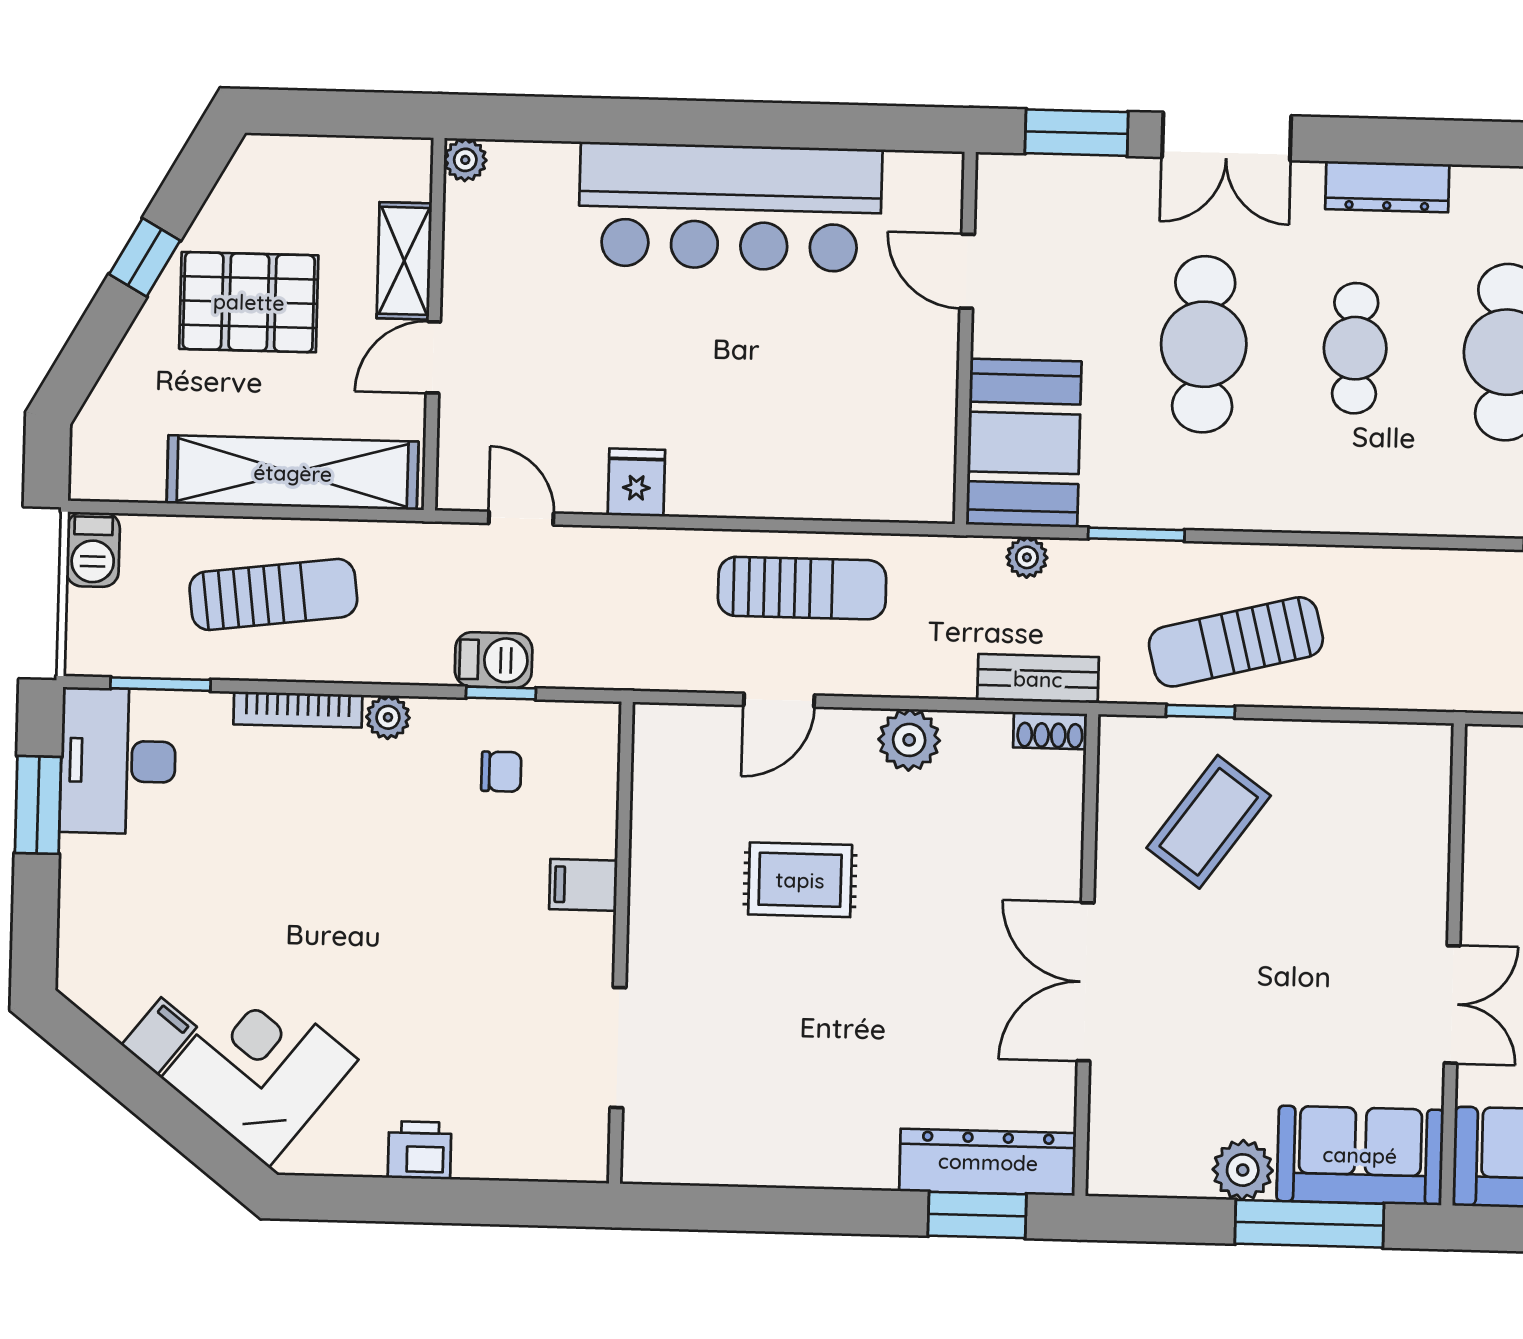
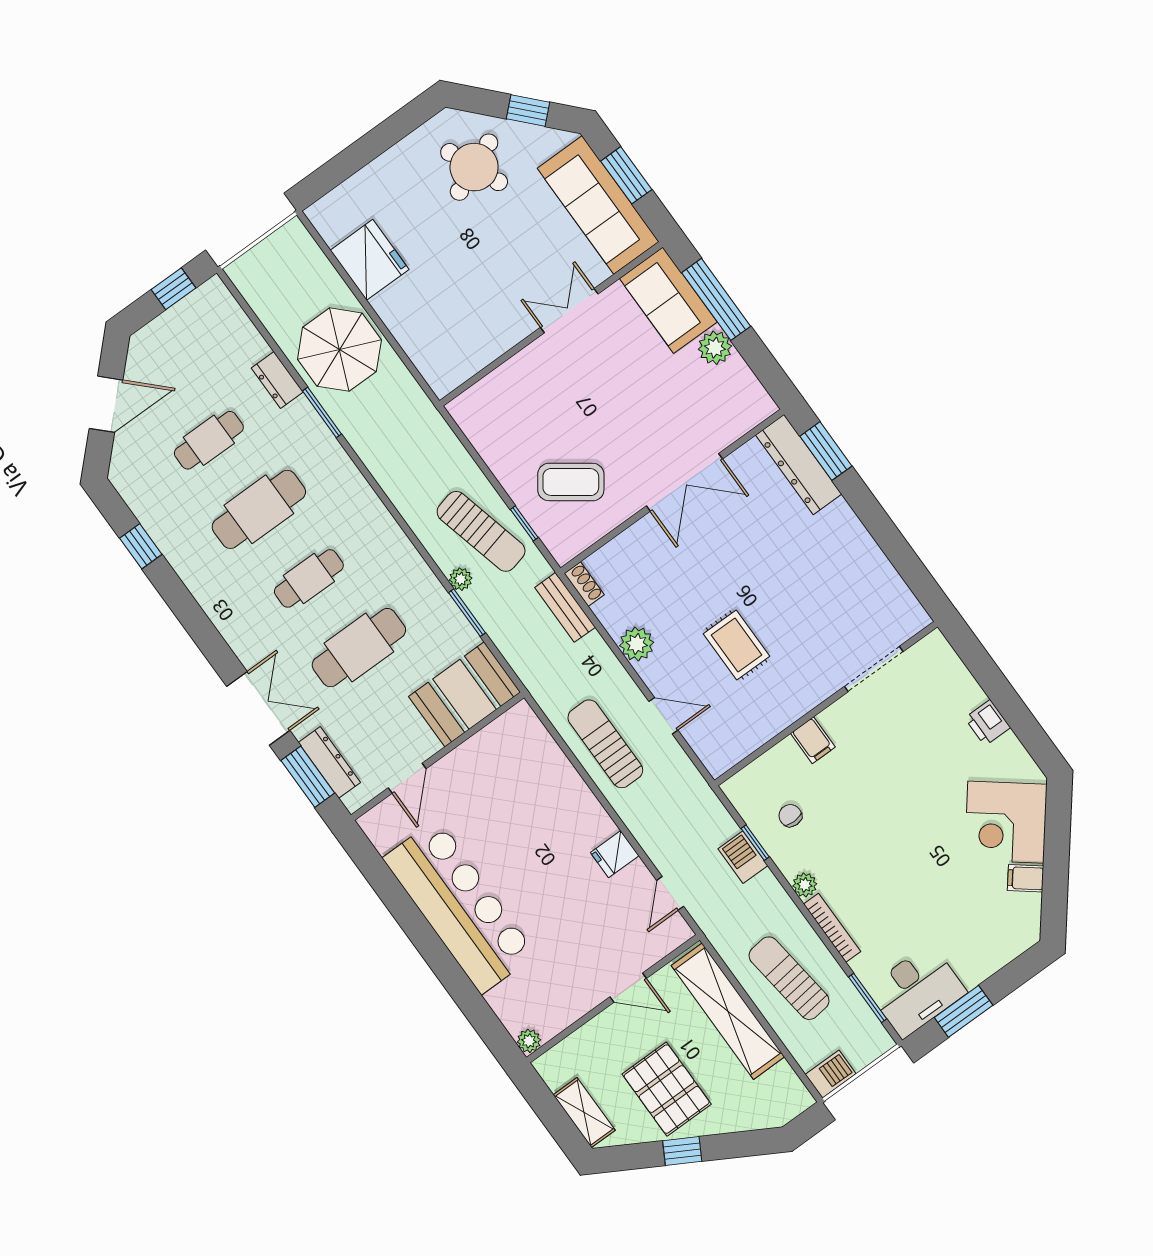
dresser: (1387, 187) -> (329, 762), moved
shelving: (404, 261) -> (584, 1113), moved, turned 90
plant: (1027, 557) -> (461, 579), moved

